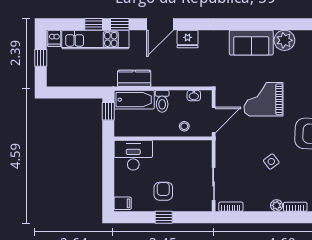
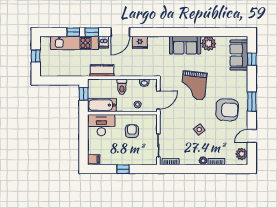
dishwasher: (54, 38) -> (104, 42), moved
grand piano: (264, 99) -> (194, 85), turned -84
bathtub: (134, 100) -> (102, 105), moved, turned 180
armchair: (163, 191) -> (132, 131), moved

